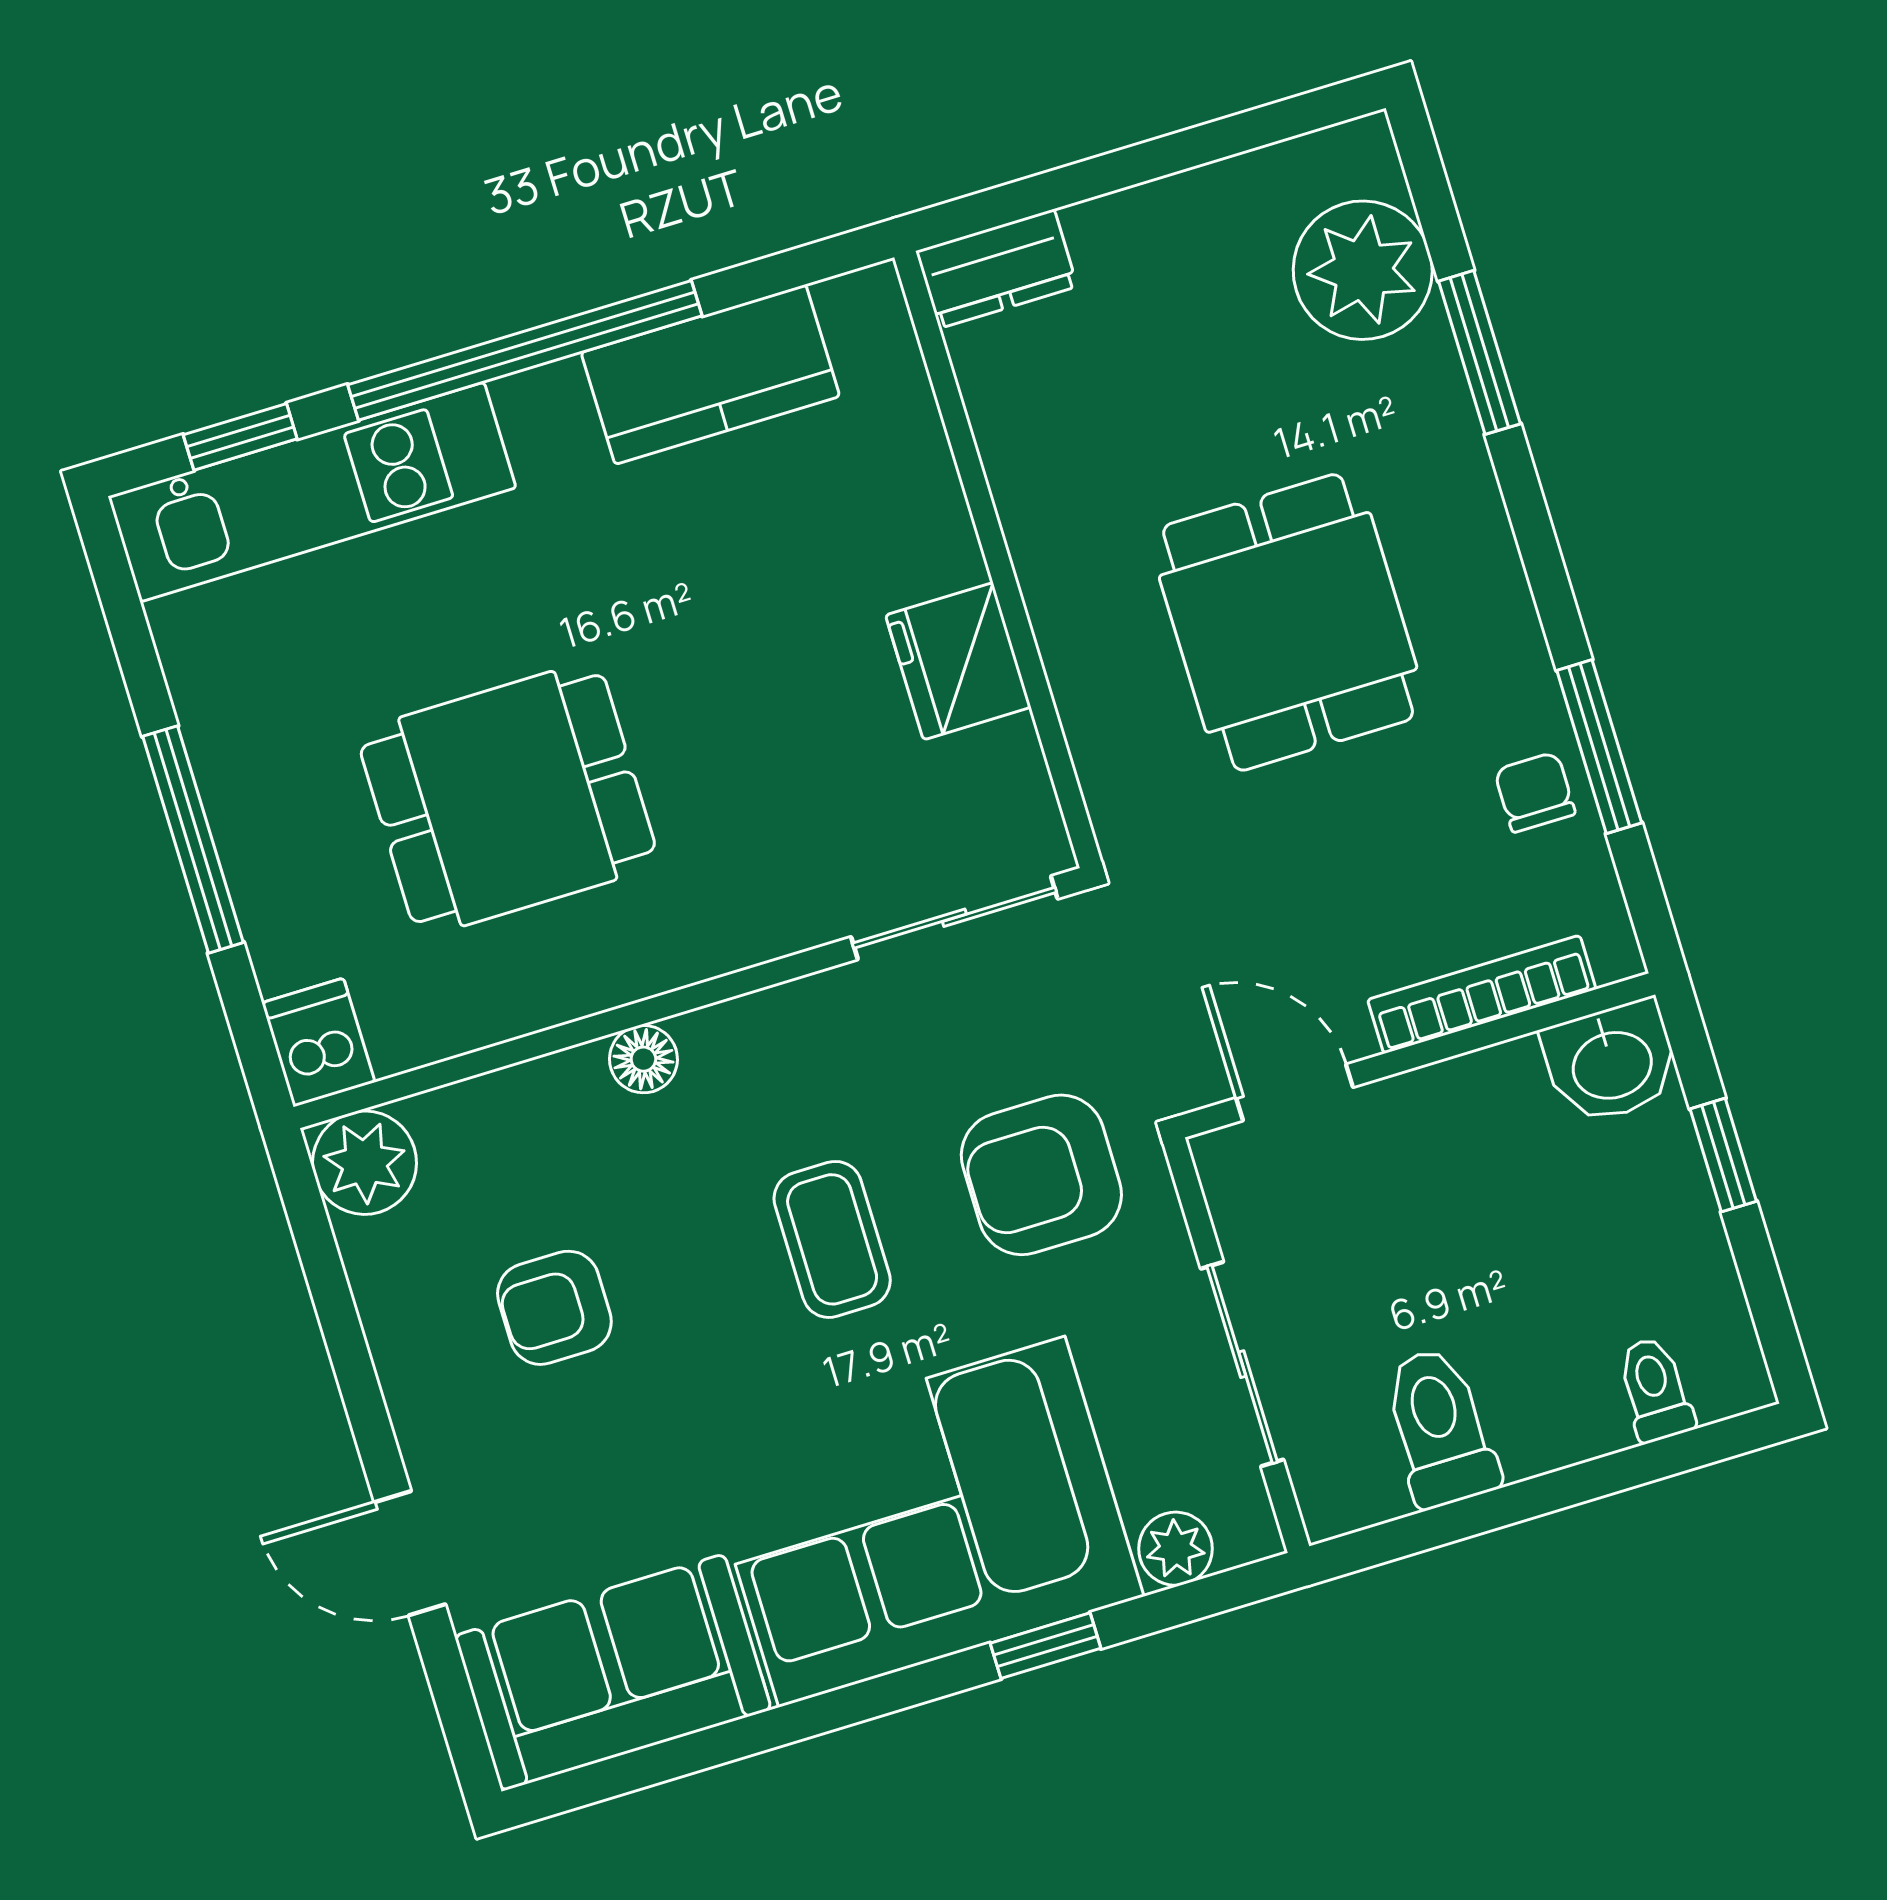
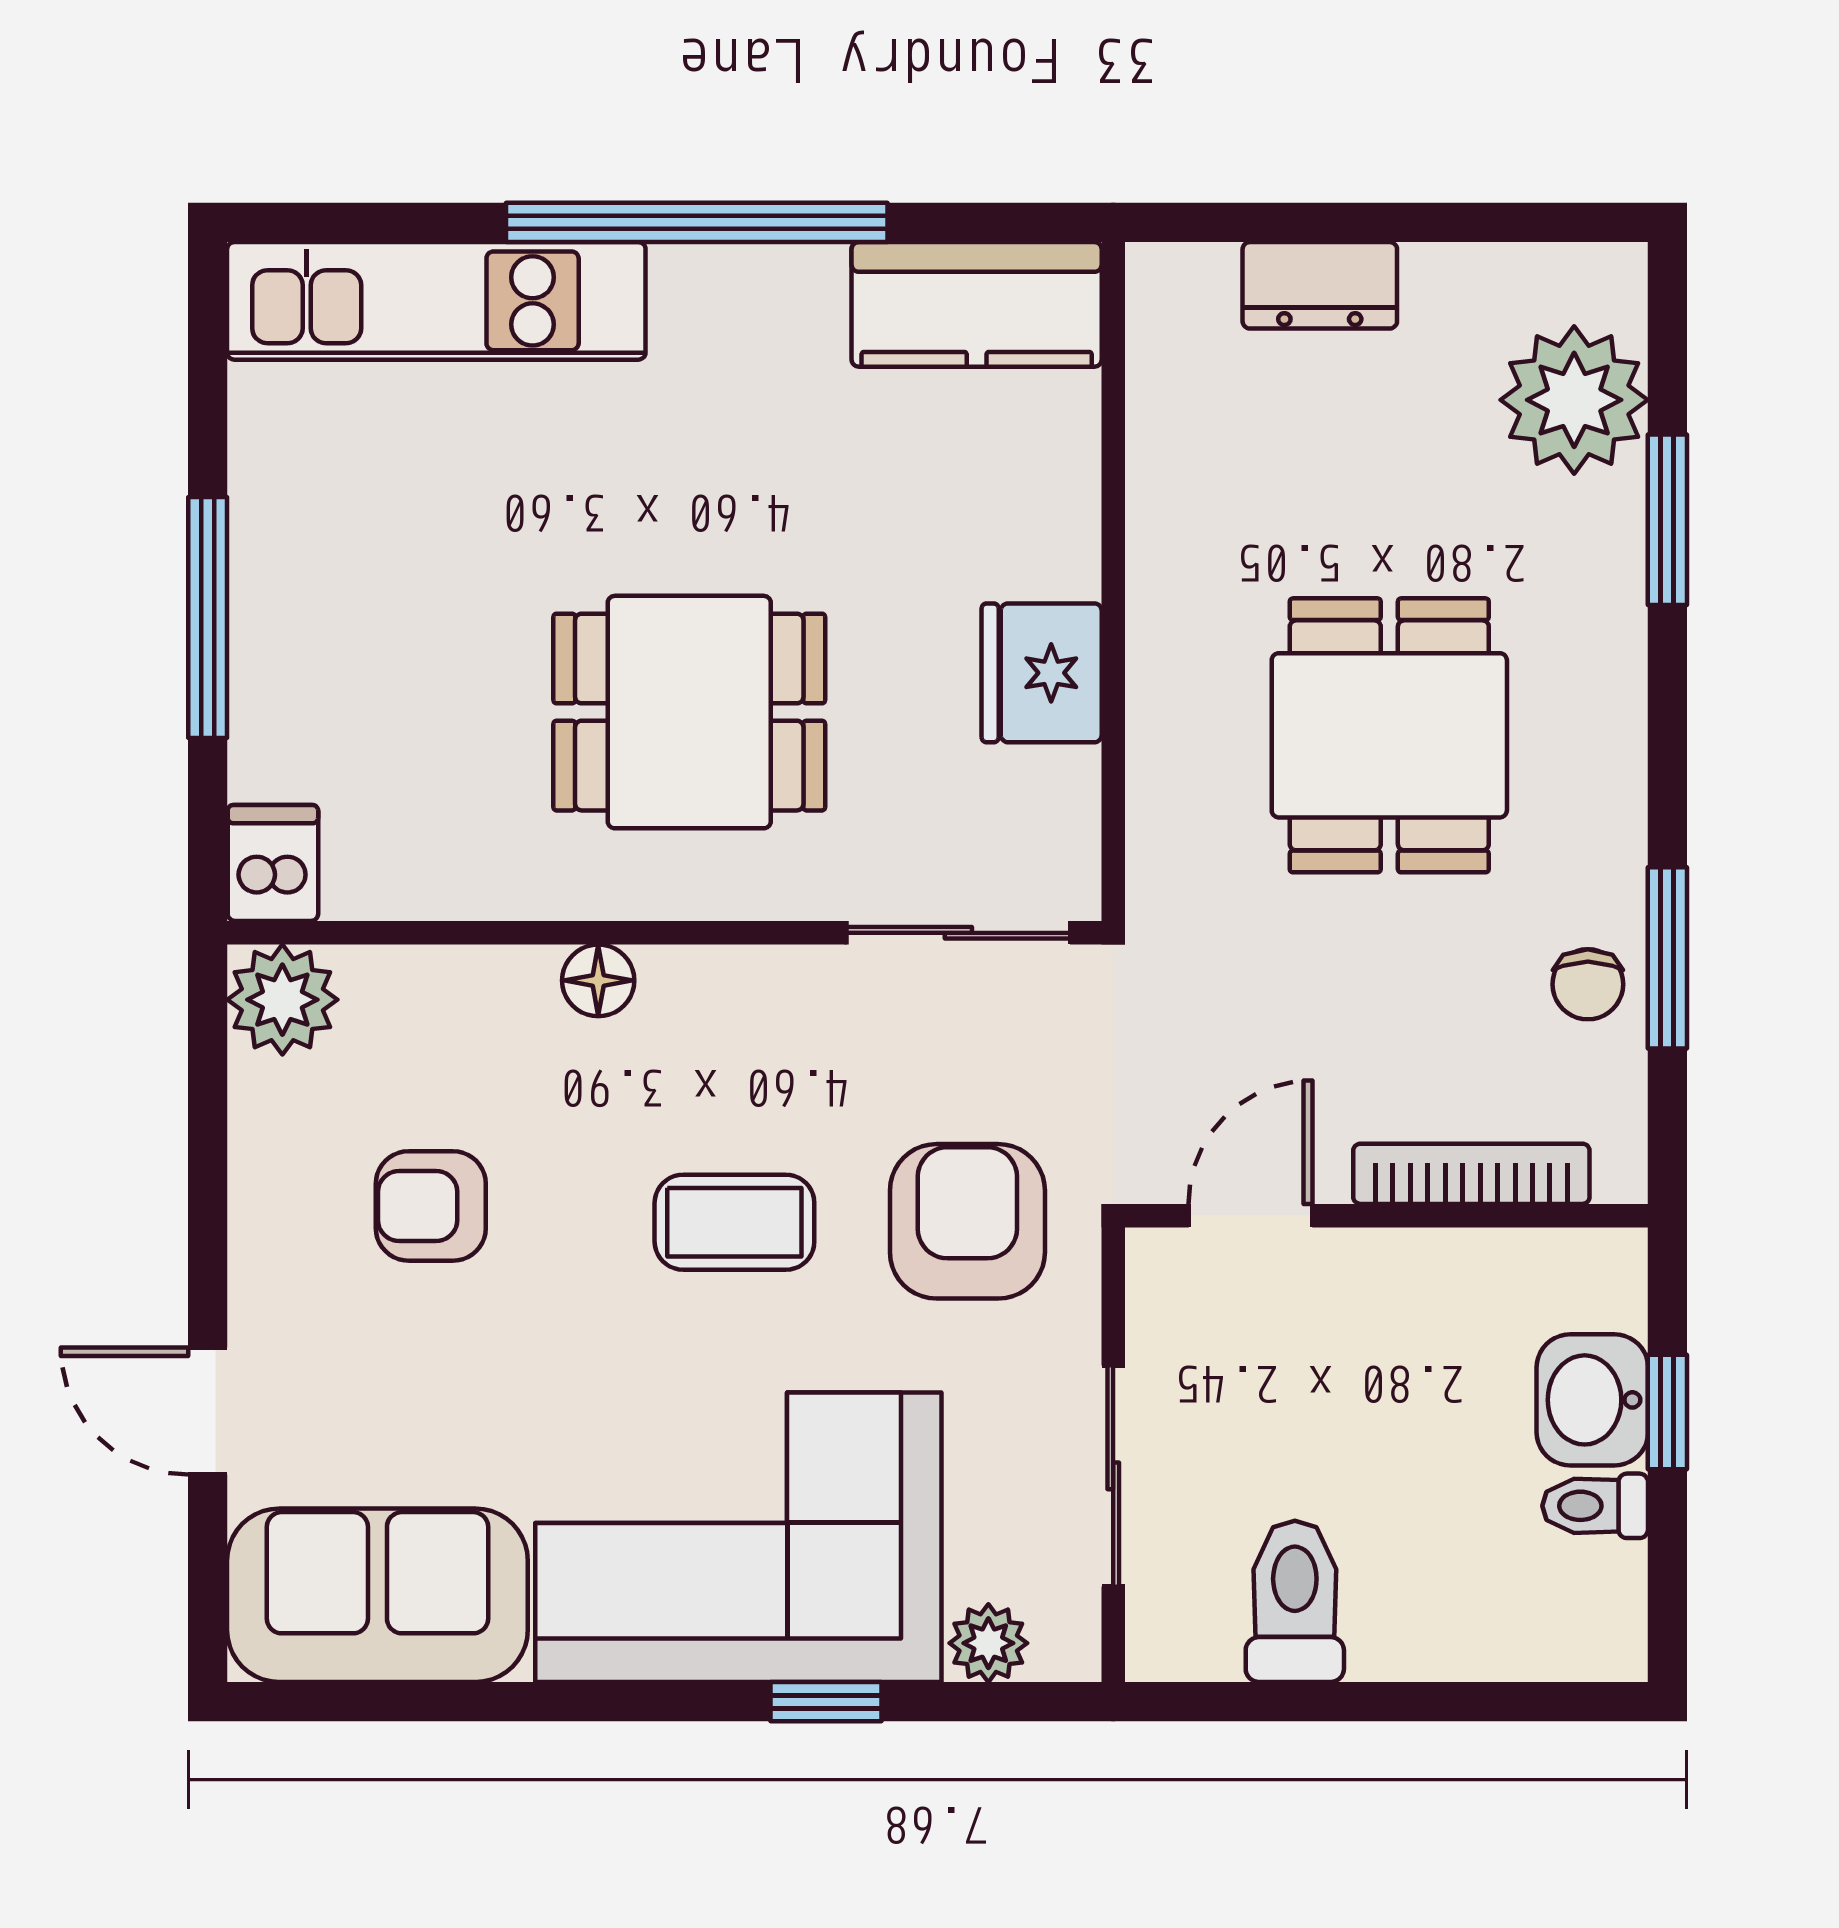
dresser: (997, 269) -> (1320, 285), moved
kitchen counter: (710, 374) -> (977, 304), moved
window: (240, 437) -> (380, 222), removed
chair: (1535, 792) -> (1588, 984), turned 180
dining table: (508, 799) -> (689, 712), moved
washbasin: (1611, 1062) -> (1592, 1400), moved, turned 90
door: (1295, 1093) -> (1250, 1216), hinge flipped
armchair: (1041, 1175) -> (967, 1221), turned 90
coffee table: (832, 1239) -> (734, 1222), turned 90
toilet: (1655, 1389) -> (1595, 1506), moved, turned -90

